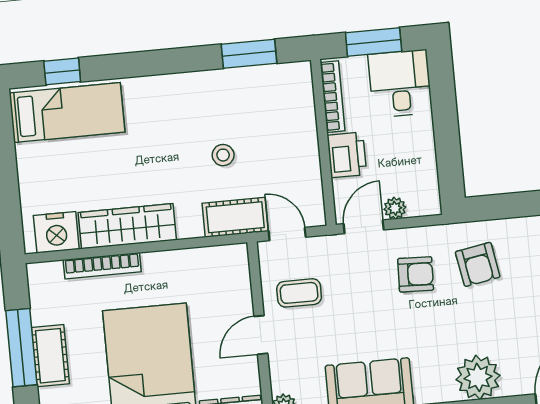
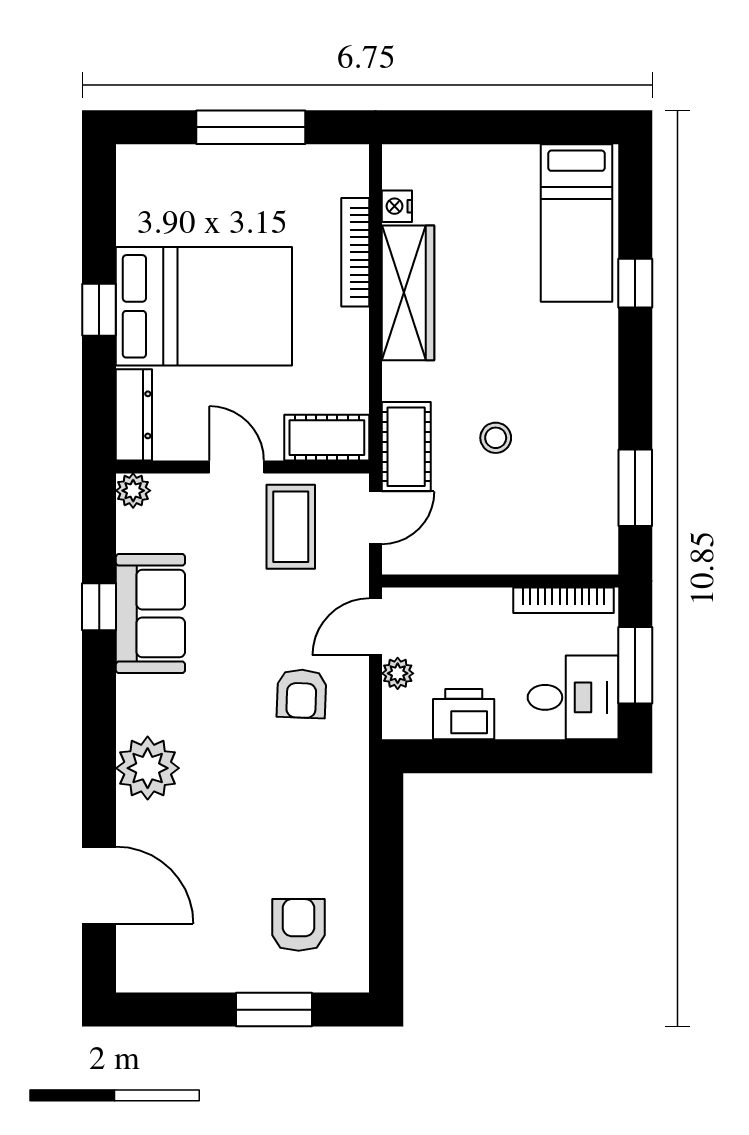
window: (62, 71) -> (635, 283), moved
printer: (347, 155) -> (464, 714), moved, turned 180
door: (364, 227) -> (376, 627), swing flipped
nightstand: (56, 232) -> (397, 206), width x0.53, depth x0.56
armchair: (478, 264) -> (307, 783), removed
coffee table: (299, 293) -> (291, 527), width x1.36, depth x1.30
cot: (50, 356) -> (327, 438), moved

